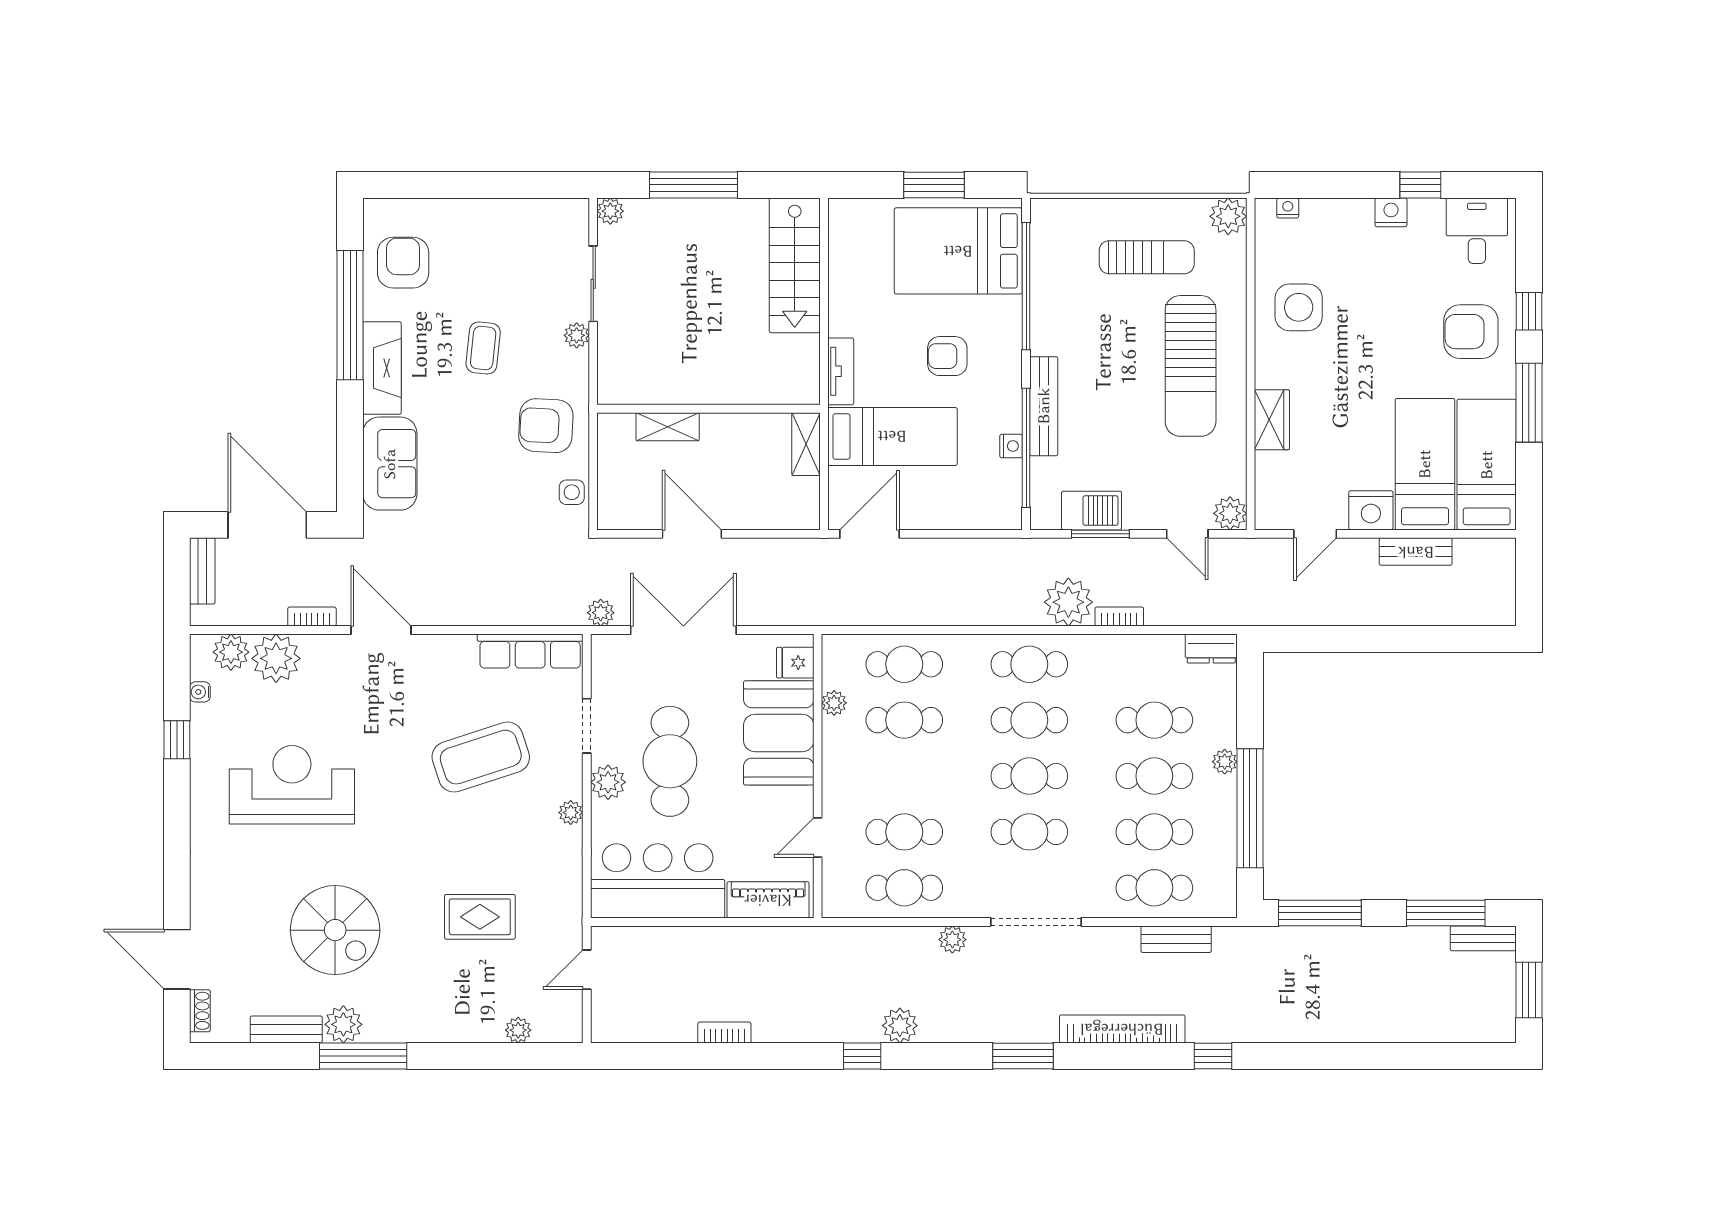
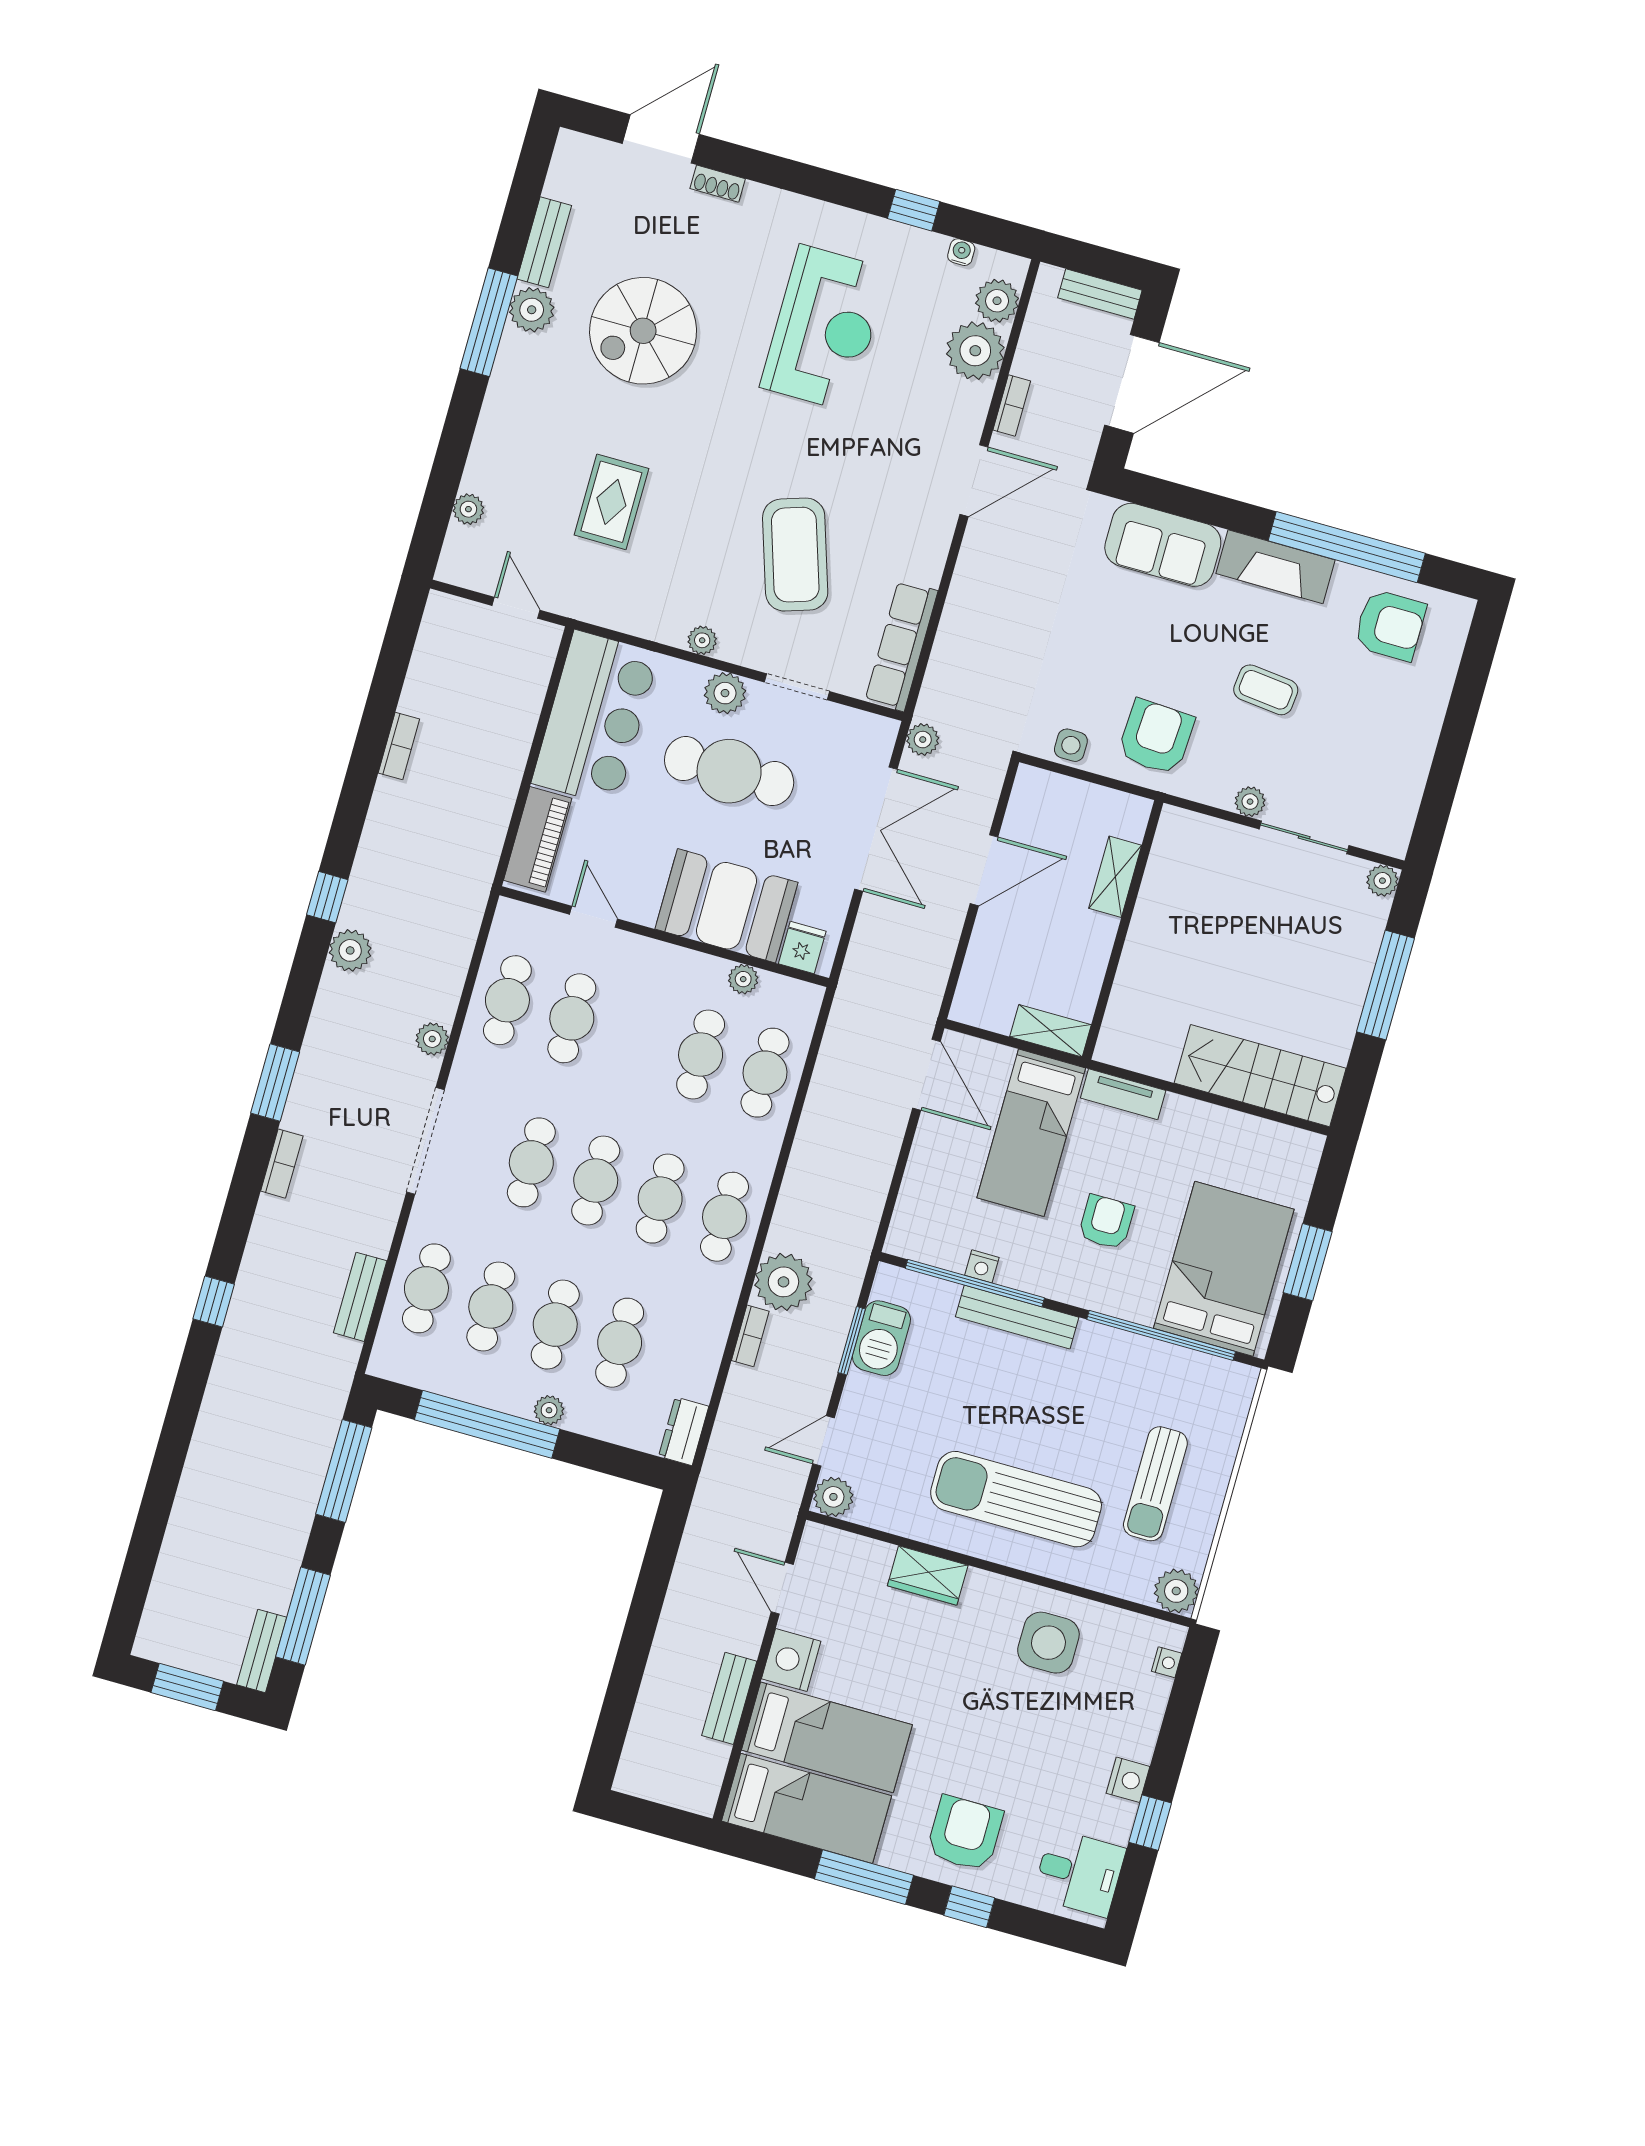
shoe rack: (200, 1011) -> (718, 184), moved
bookcase: (1122, 1029) -> (282, 1164), width x0.43, depth x0.76

